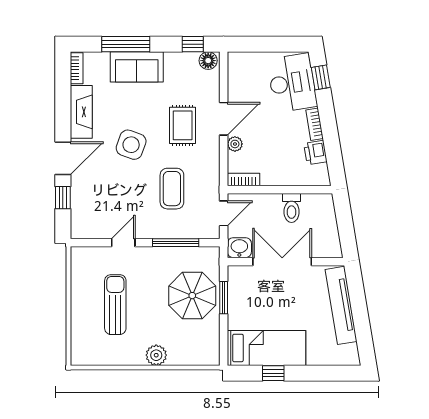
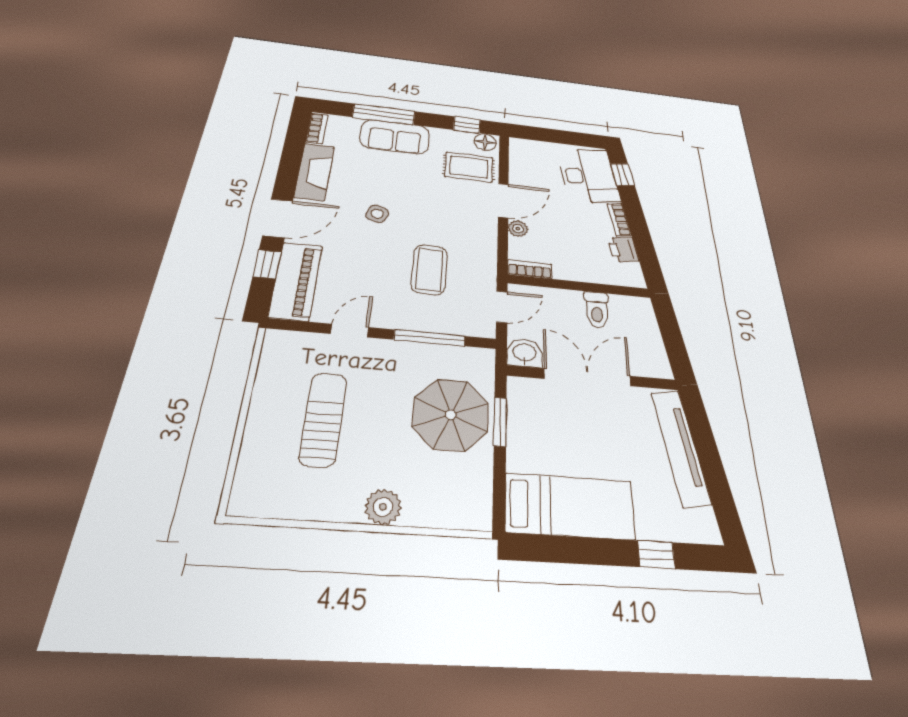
rug: (183, 125) -> (469, 167), moved, turned 90
side table: (131, 145) -> (377, 214), width x0.54, depth x0.54
piano: (84, 209) -> (296, 281), added
window: (273, 373) -> (656, 555), moved

